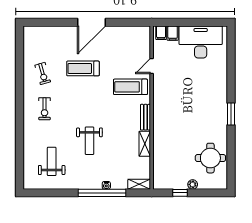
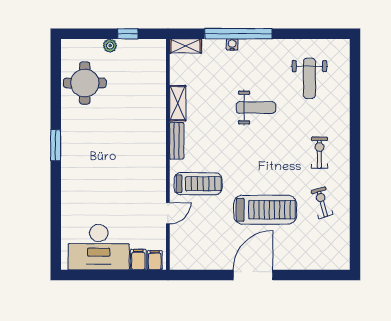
treadmill: (83, 68) -> (265, 210), width x1.37, depth x1.38
weight bench: (89, 141) -> (256, 107), turned 90

